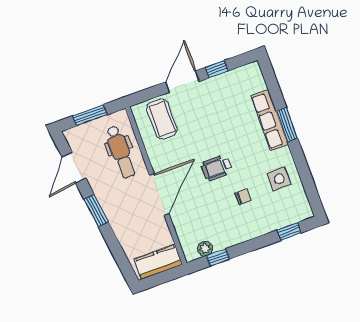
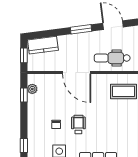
wheelchair: (217, 168) -> (78, 124), moved
kitchen counter: (158, 262) -> (43, 45), moved, turned 83
window: (162, 278) -> (24, 55), added

